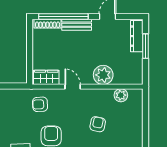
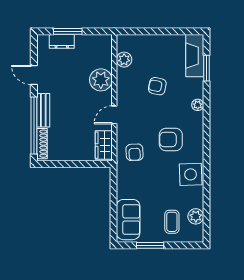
dresser: (137, 36) -> (62, 41), width x0.70

